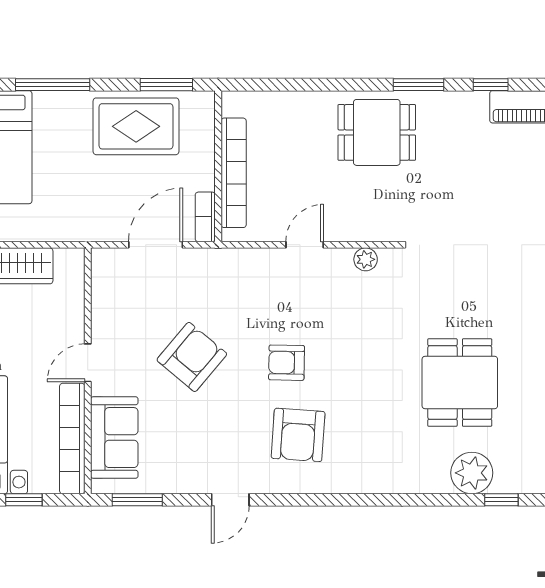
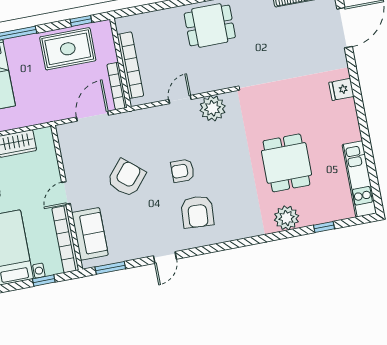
window: (166, 85) -> (81, 21), width x0.67
bookcase: (205, 217) -> (117, 86), width x1.56
plant: (366, 259) -> (213, 108), width x1.88, depth x1.88
plant: (472, 473) -> (287, 218), moved

